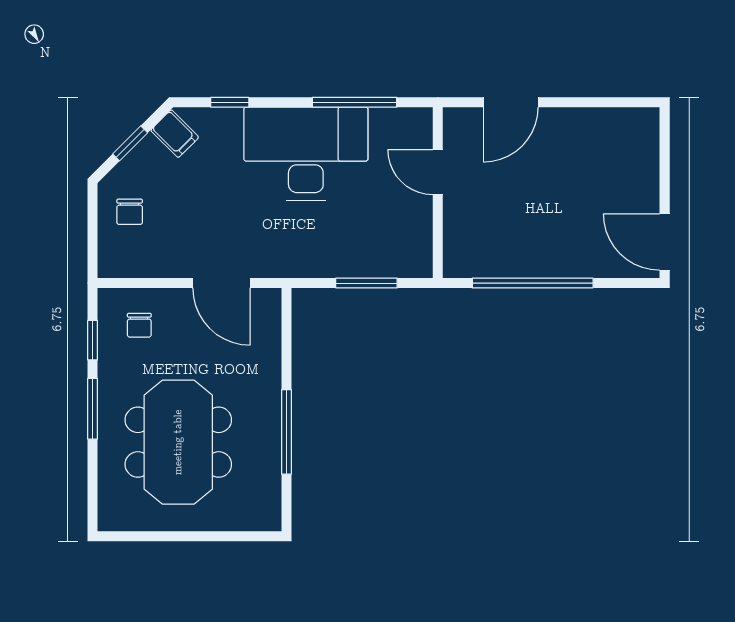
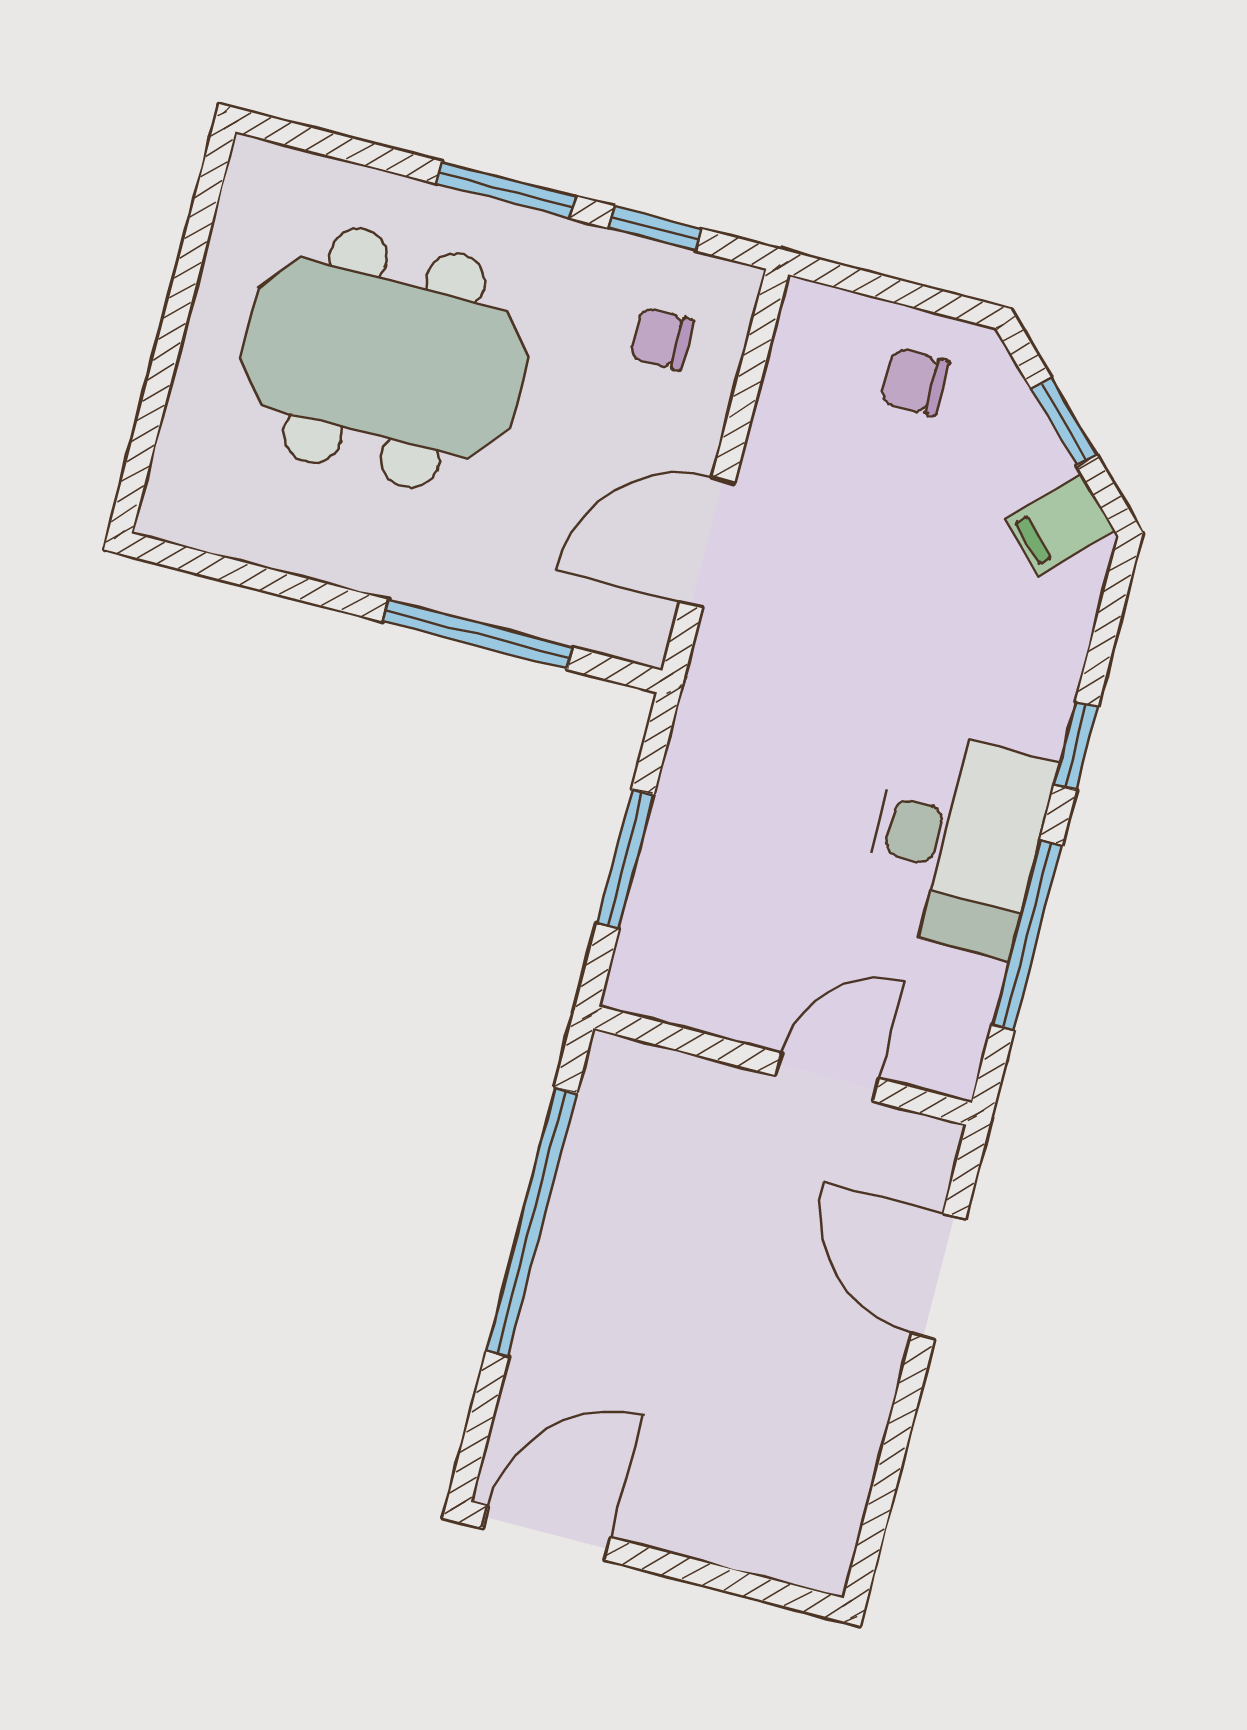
window: (230, 102) -> (1076, 746), moved
desk: (306, 154) -> (956, 842), width x0.73, depth x0.77
window: (287, 432) -> (478, 634), moved

